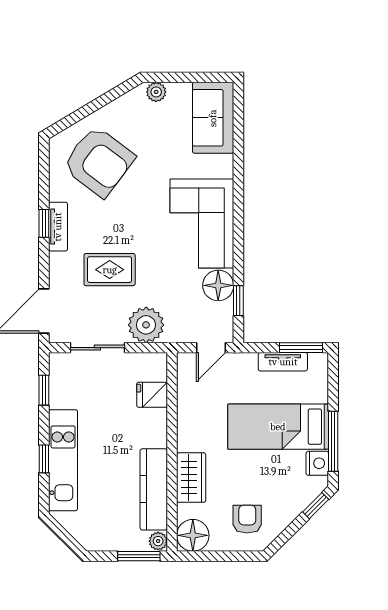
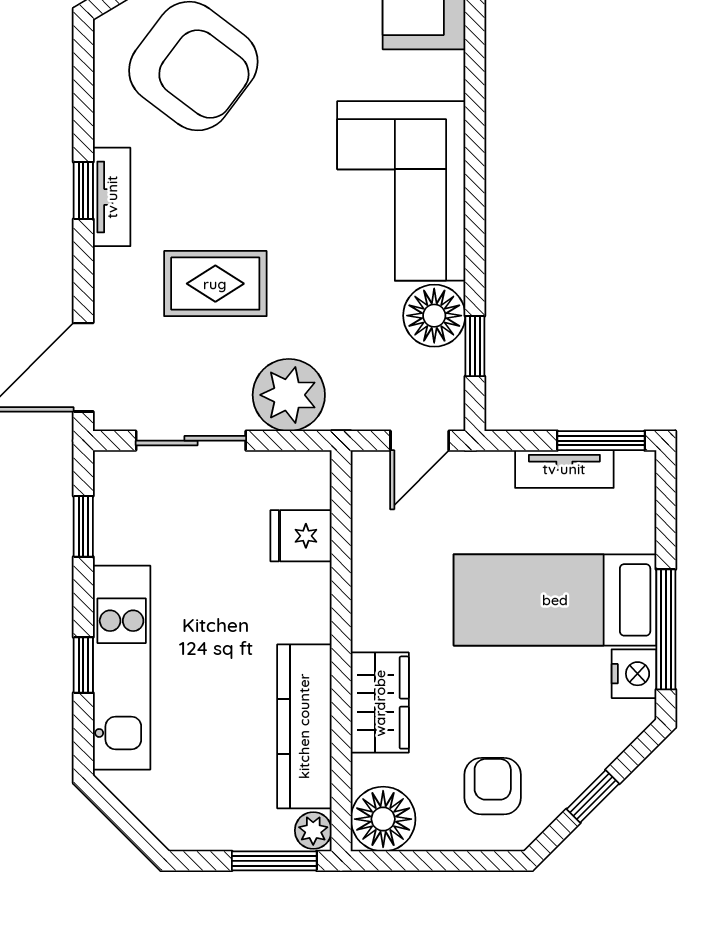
window: (316, 506) -> (593, 796), moved

